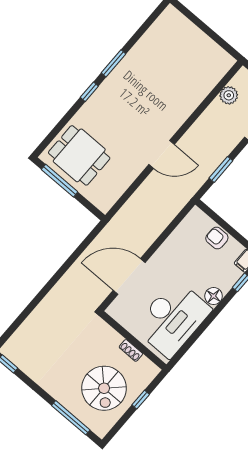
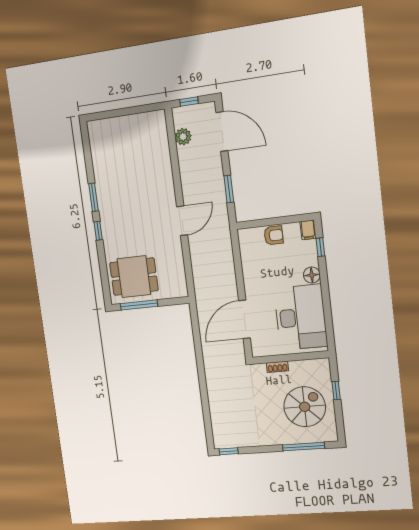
armchair: (217, 238) -> (274, 235), turned 180
shoe rack: (131, 350) -> (277, 367), moved
spiral stairs: (104, 388) -> (305, 407), turned -90

